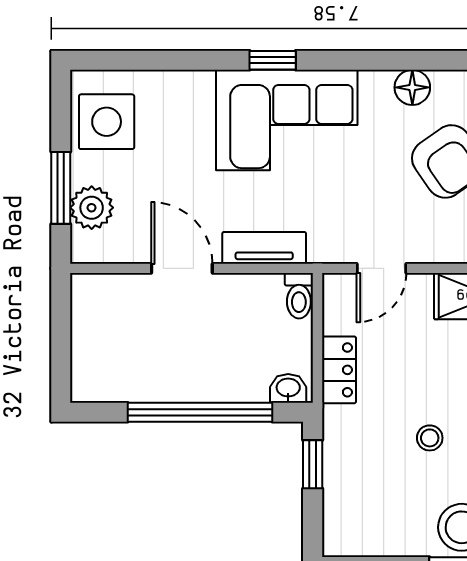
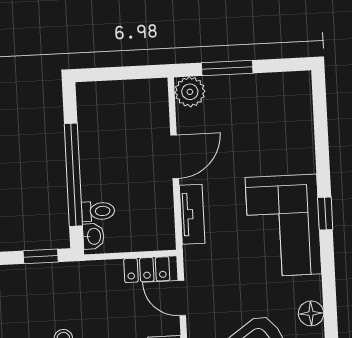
side table: (107, 122) -> (276, 98), removed
plant: (92, 208) -> (190, 92), moved
toilet: (299, 296) -> (98, 211), moved, turned 180
locker: (339, 370) -> (147, 270), moved

